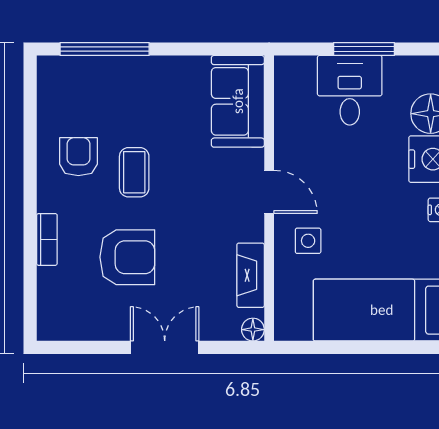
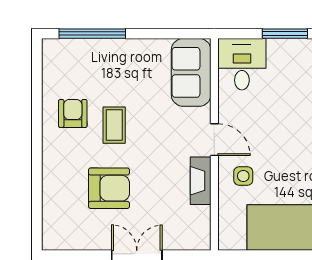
desk: (350, 90) -> (242, 64), moved
bookcase: (47, 239) -> (49, 175), removed
fireplace: (251, 275) -> (201, 181), moved
floor lamp: (253, 330) -> (202, 242), removed

